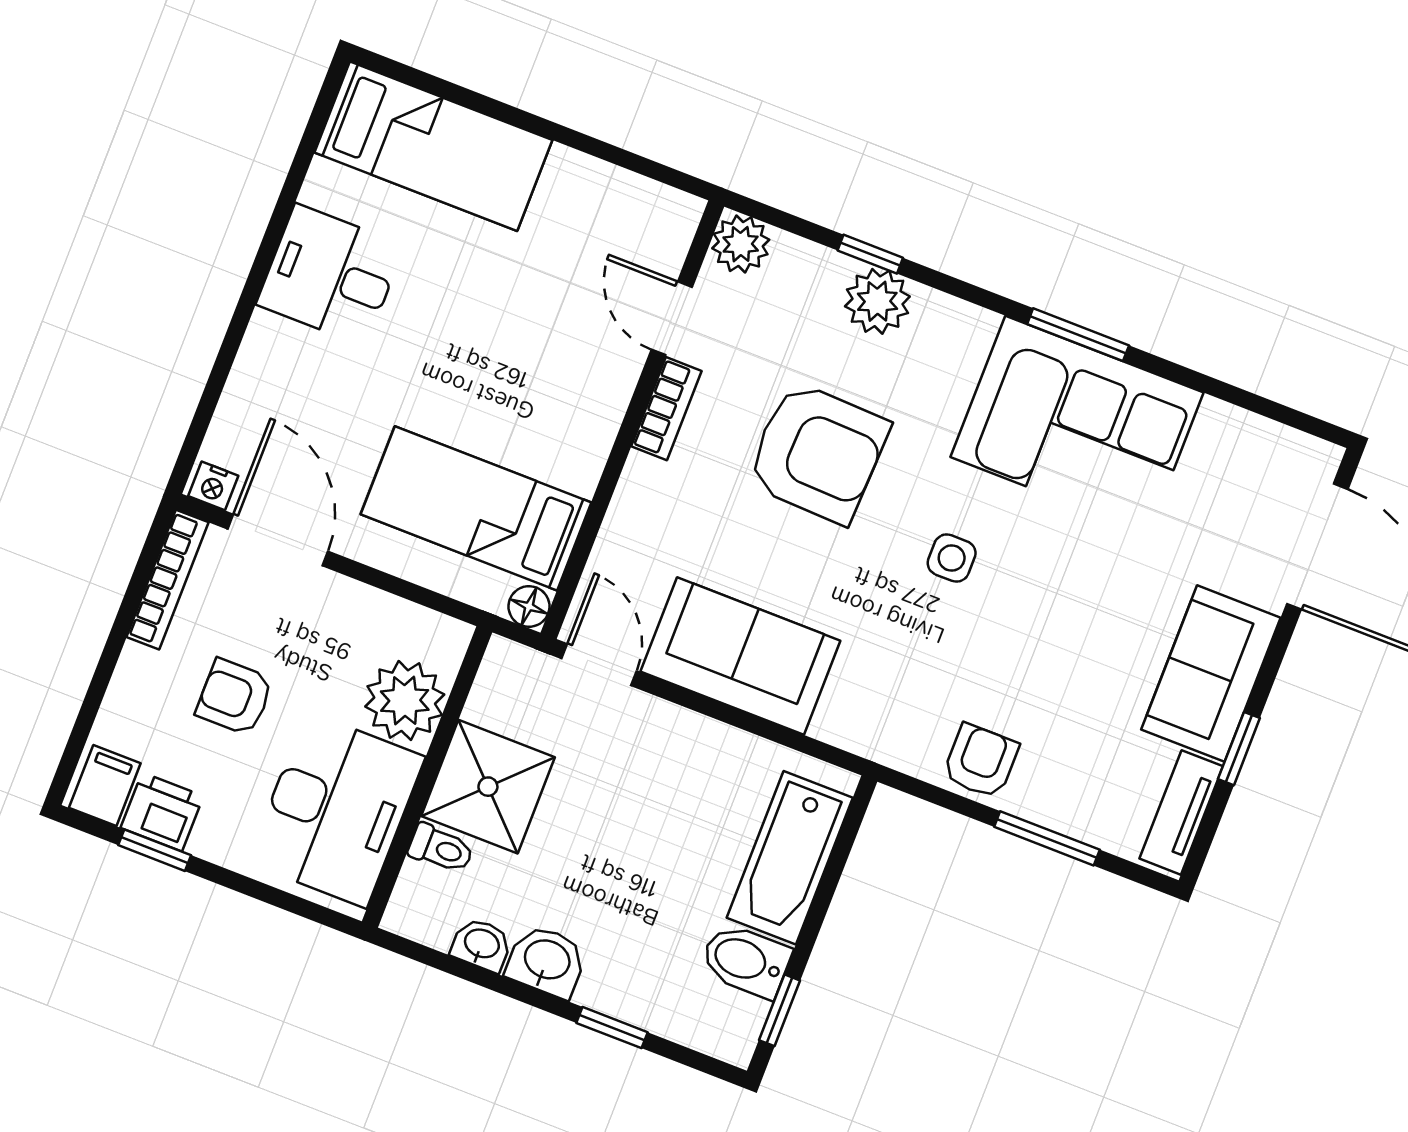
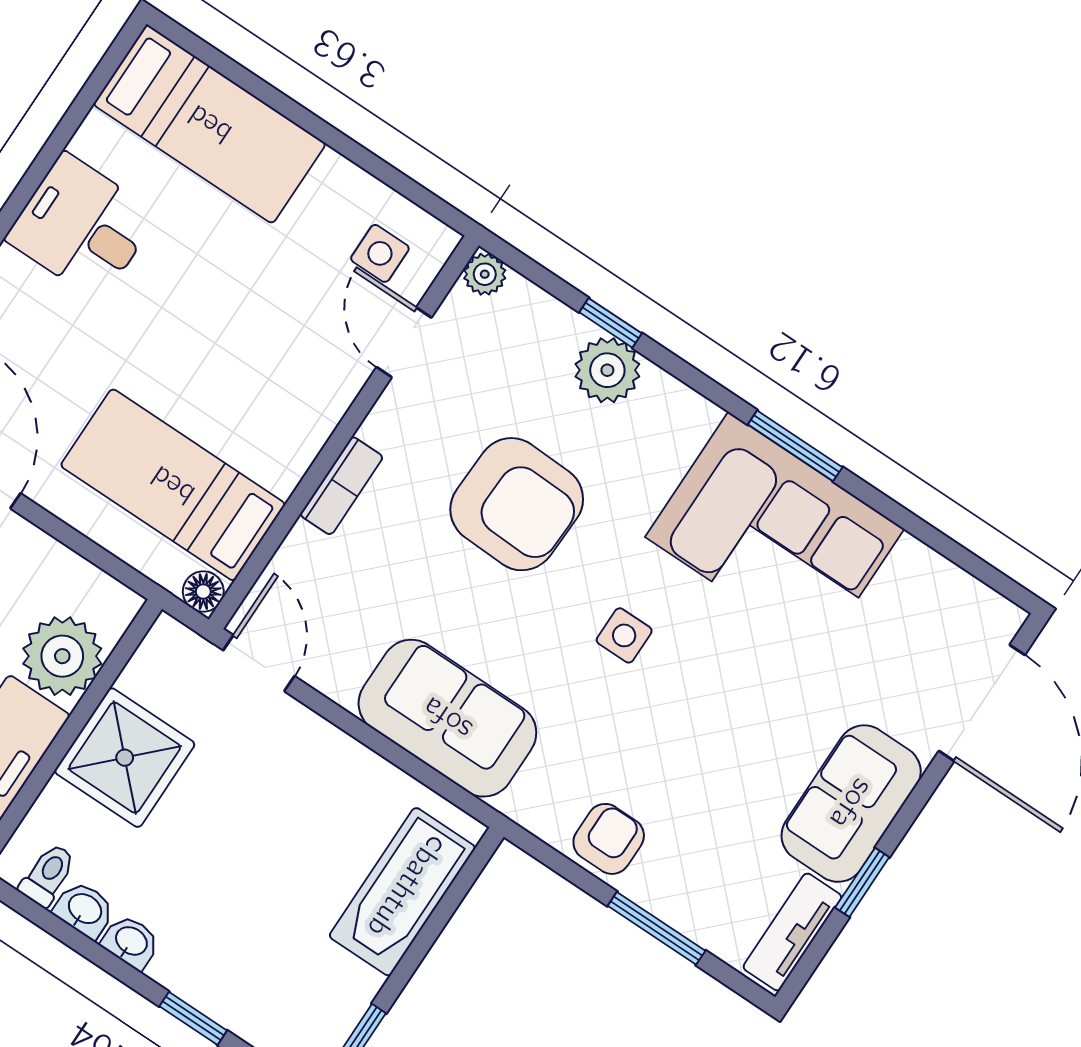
side table: (629, 236) -> (380, 253), added
plant: (741, 244) -> (485, 274), width x0.73, depth x0.73
bookcase: (666, 409) -> (341, 486), moved
sofa: (740, 656) -> (447, 718), moved
toilet: (441, 849) -> (48, 875), moved, turned -90
washbasin: (547, 961) -> (131, 942), width x0.72, depth x0.69
bidet: (746, 961) -> (337, 982), removed

